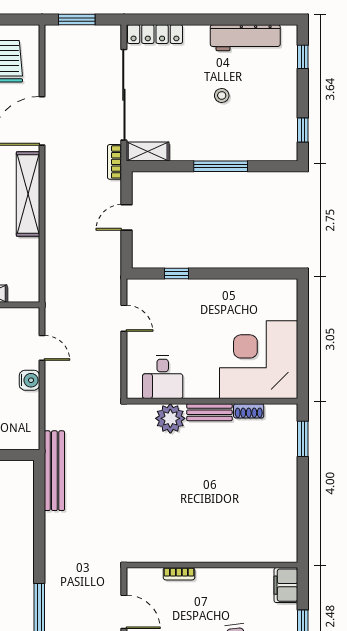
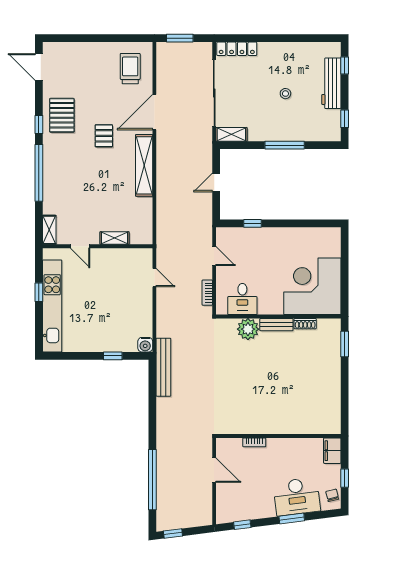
workbench: (245, 38) -> (331, 83), moved, turned 90
bookcase: (115, 162) -> (207, 293), moved
water cooler: (29, 380) -> (145, 345), moved, turned 90

